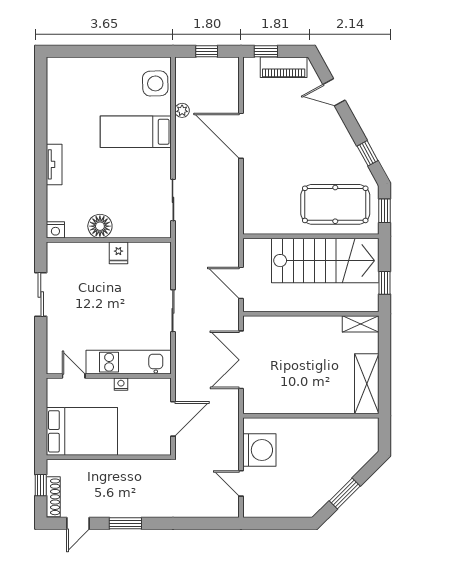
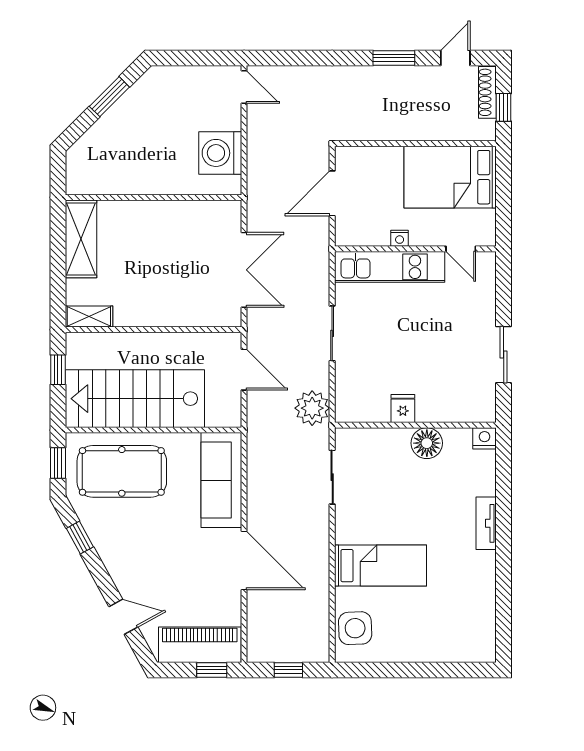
piano: (284, 67) -> (200, 645), width x1.37, depth x1.33
plant: (182, 110) -> (312, 408), moved, width x1.88, depth x1.88
sofa: (258, 198) -> (221, 480), added
door: (241, 483) -> (244, 87), moved

